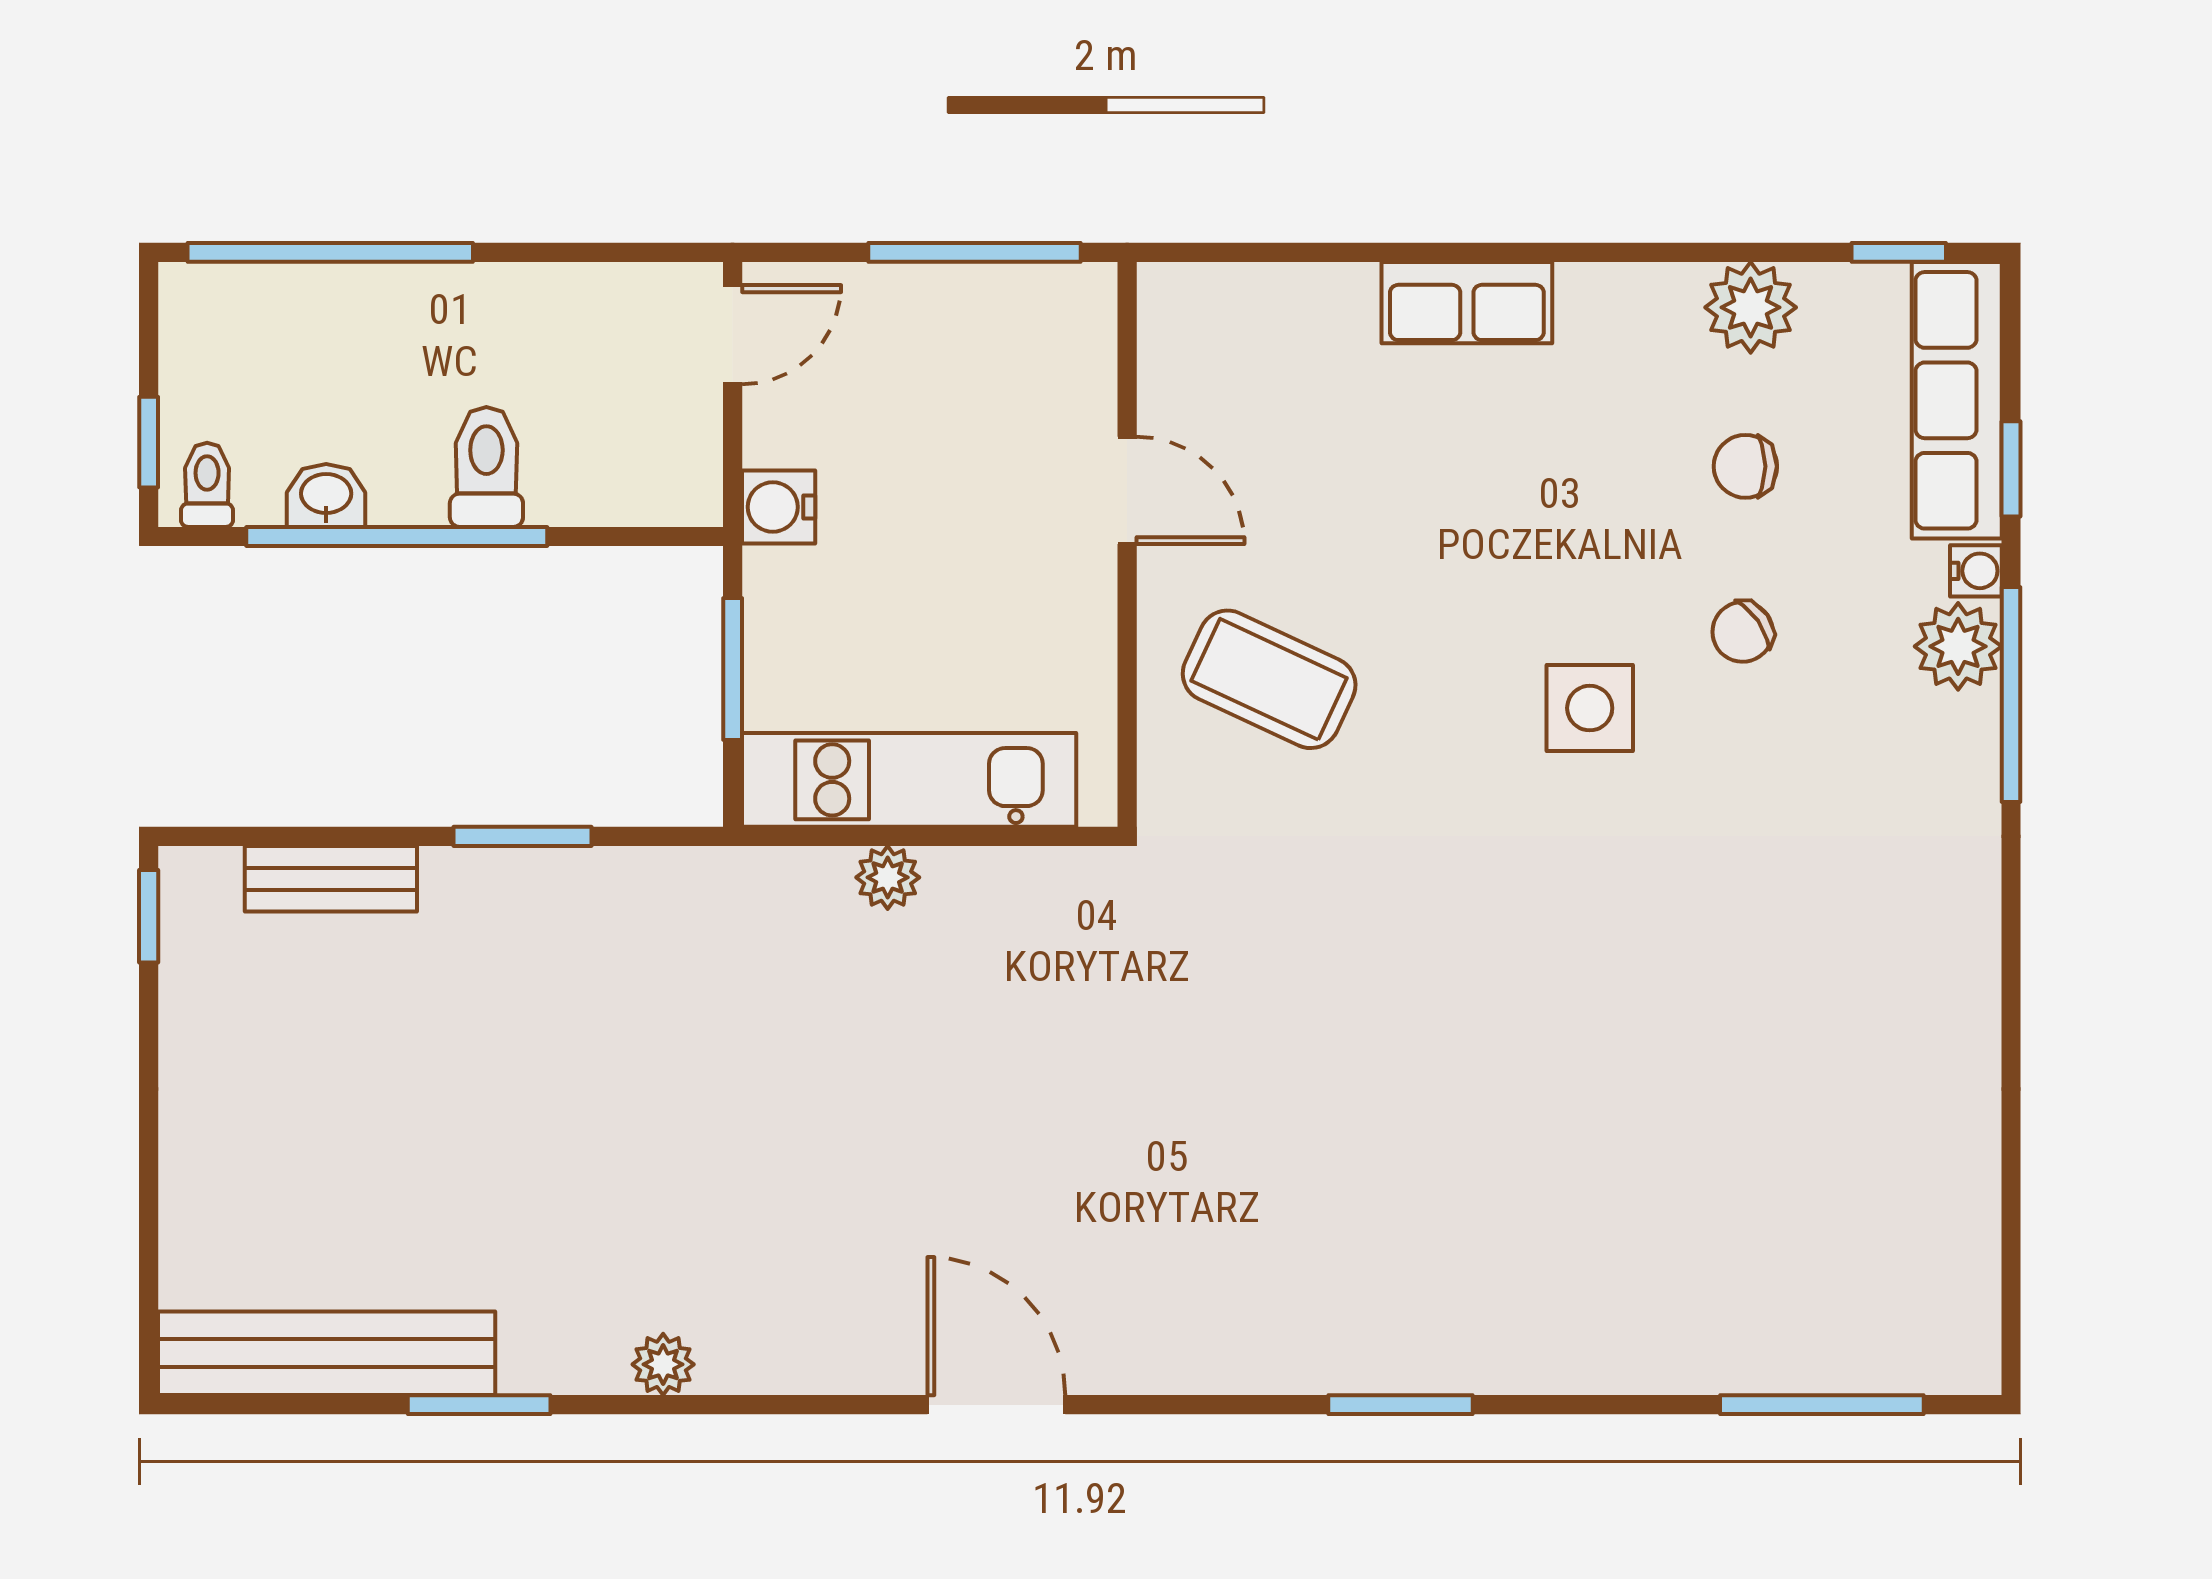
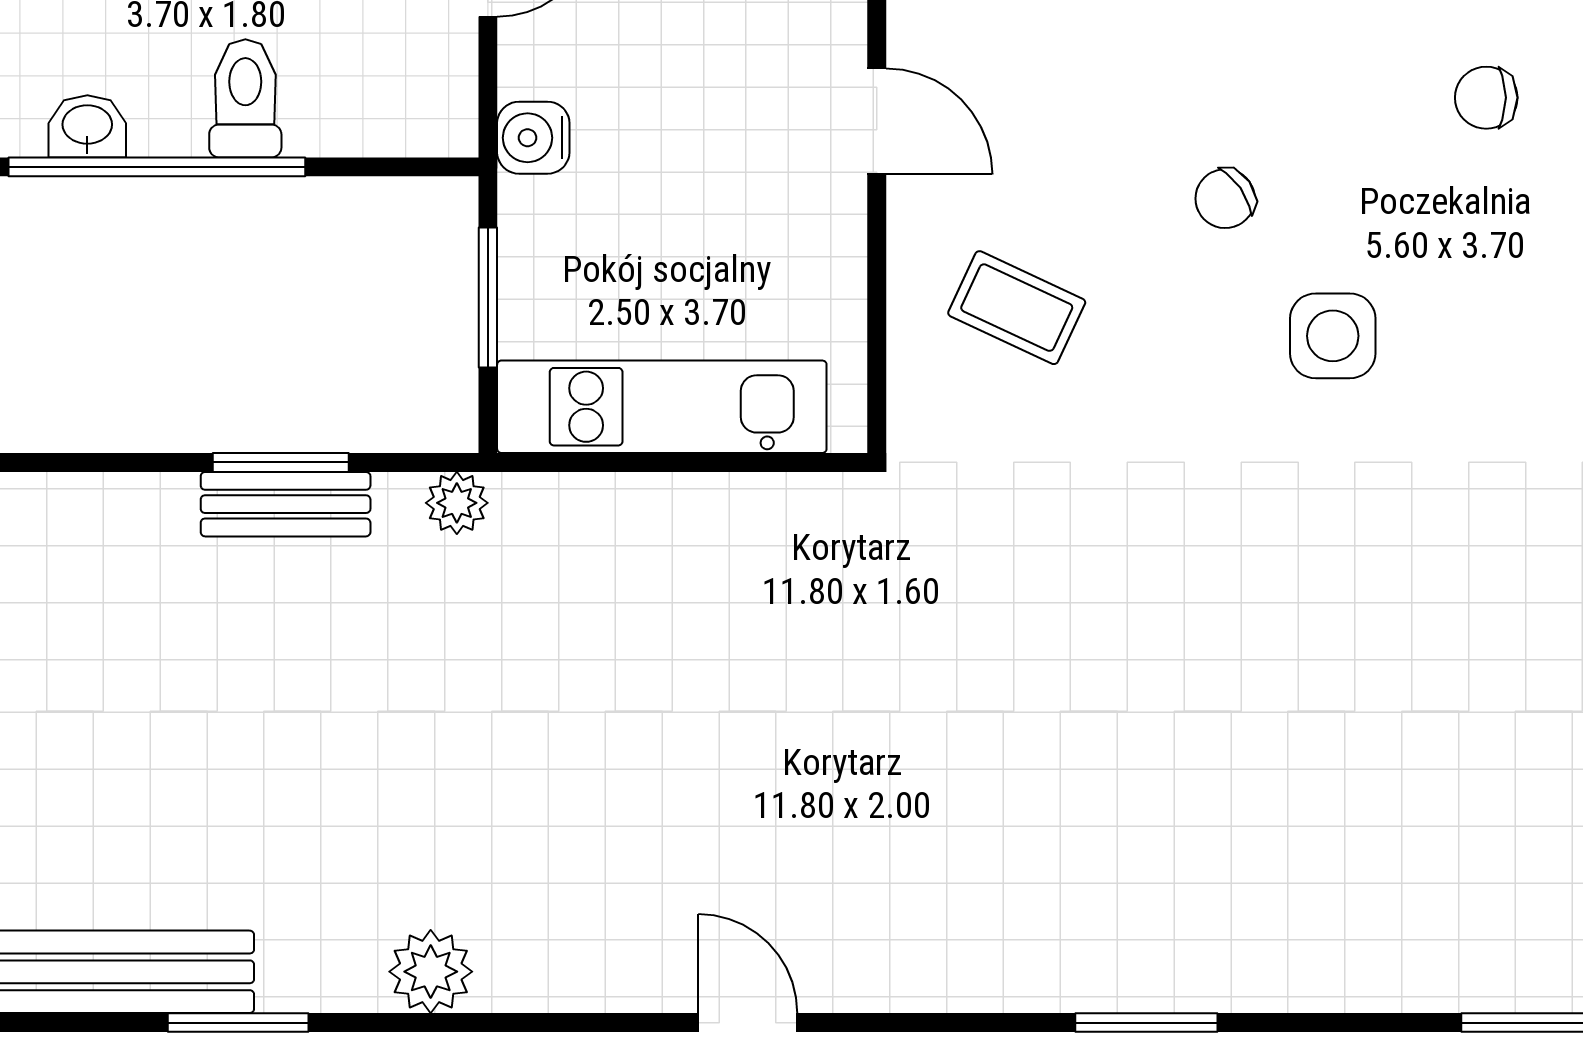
chair: (1743, 632) -> (1225, 199), moved
coffee table: (1269, 679) -> (1017, 308), width x0.73, depth x0.77
plant: (888, 877) -> (457, 503), moved
bench: (331, 879) -> (286, 504), moved
plant: (663, 1364) -> (431, 972), width x1.38, depth x1.38
door: (996, 1405) -> (748, 1023), width x0.73

